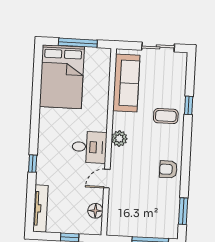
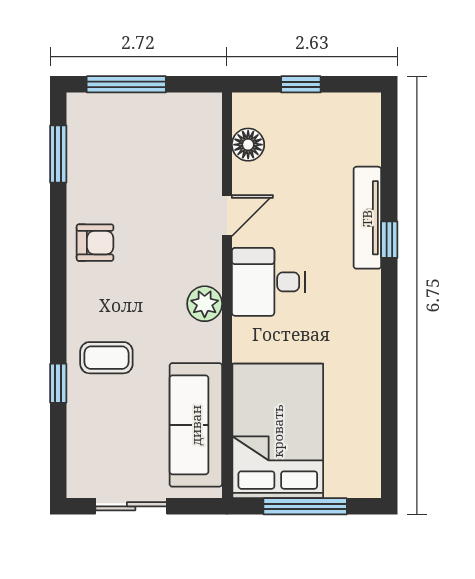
bed: (62, 77) -> (278, 431), moved
tv unit: (40, 208) -> (367, 218), moved

